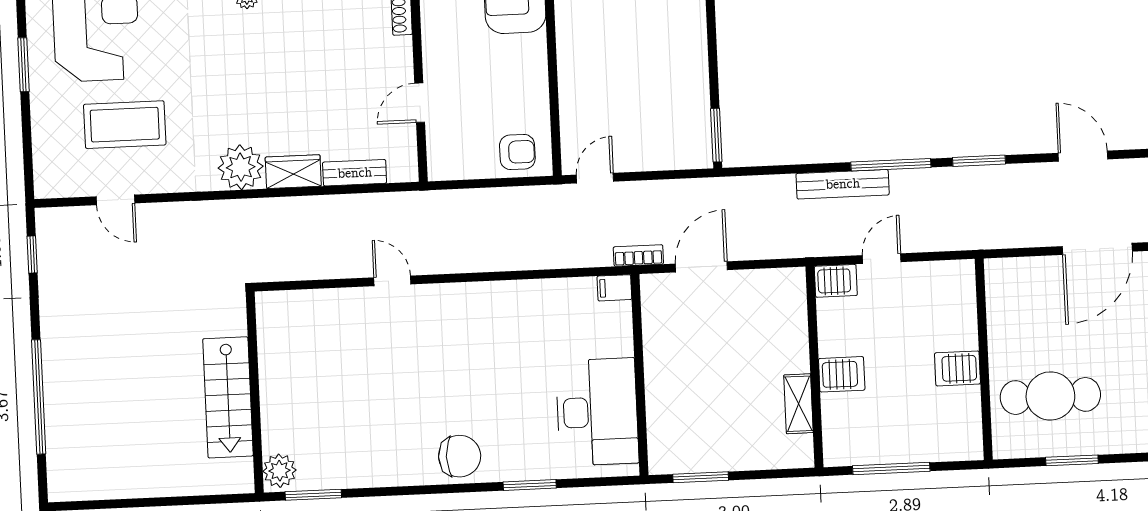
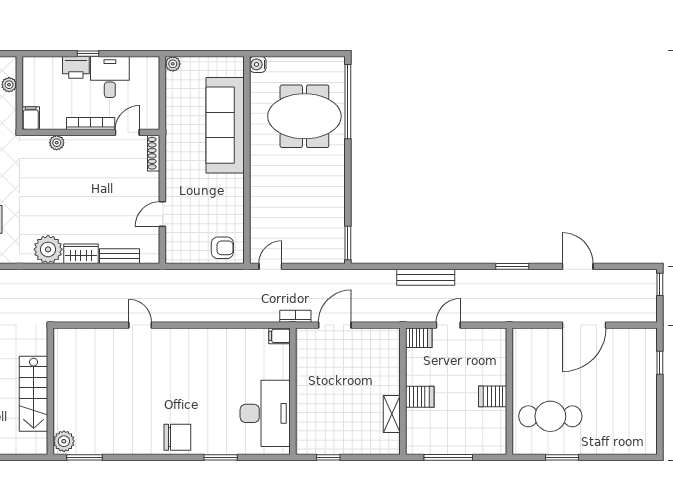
window: (891, 165) -> (457, 266), removed
window: (701, 477) -> (328, 457), width x0.67

